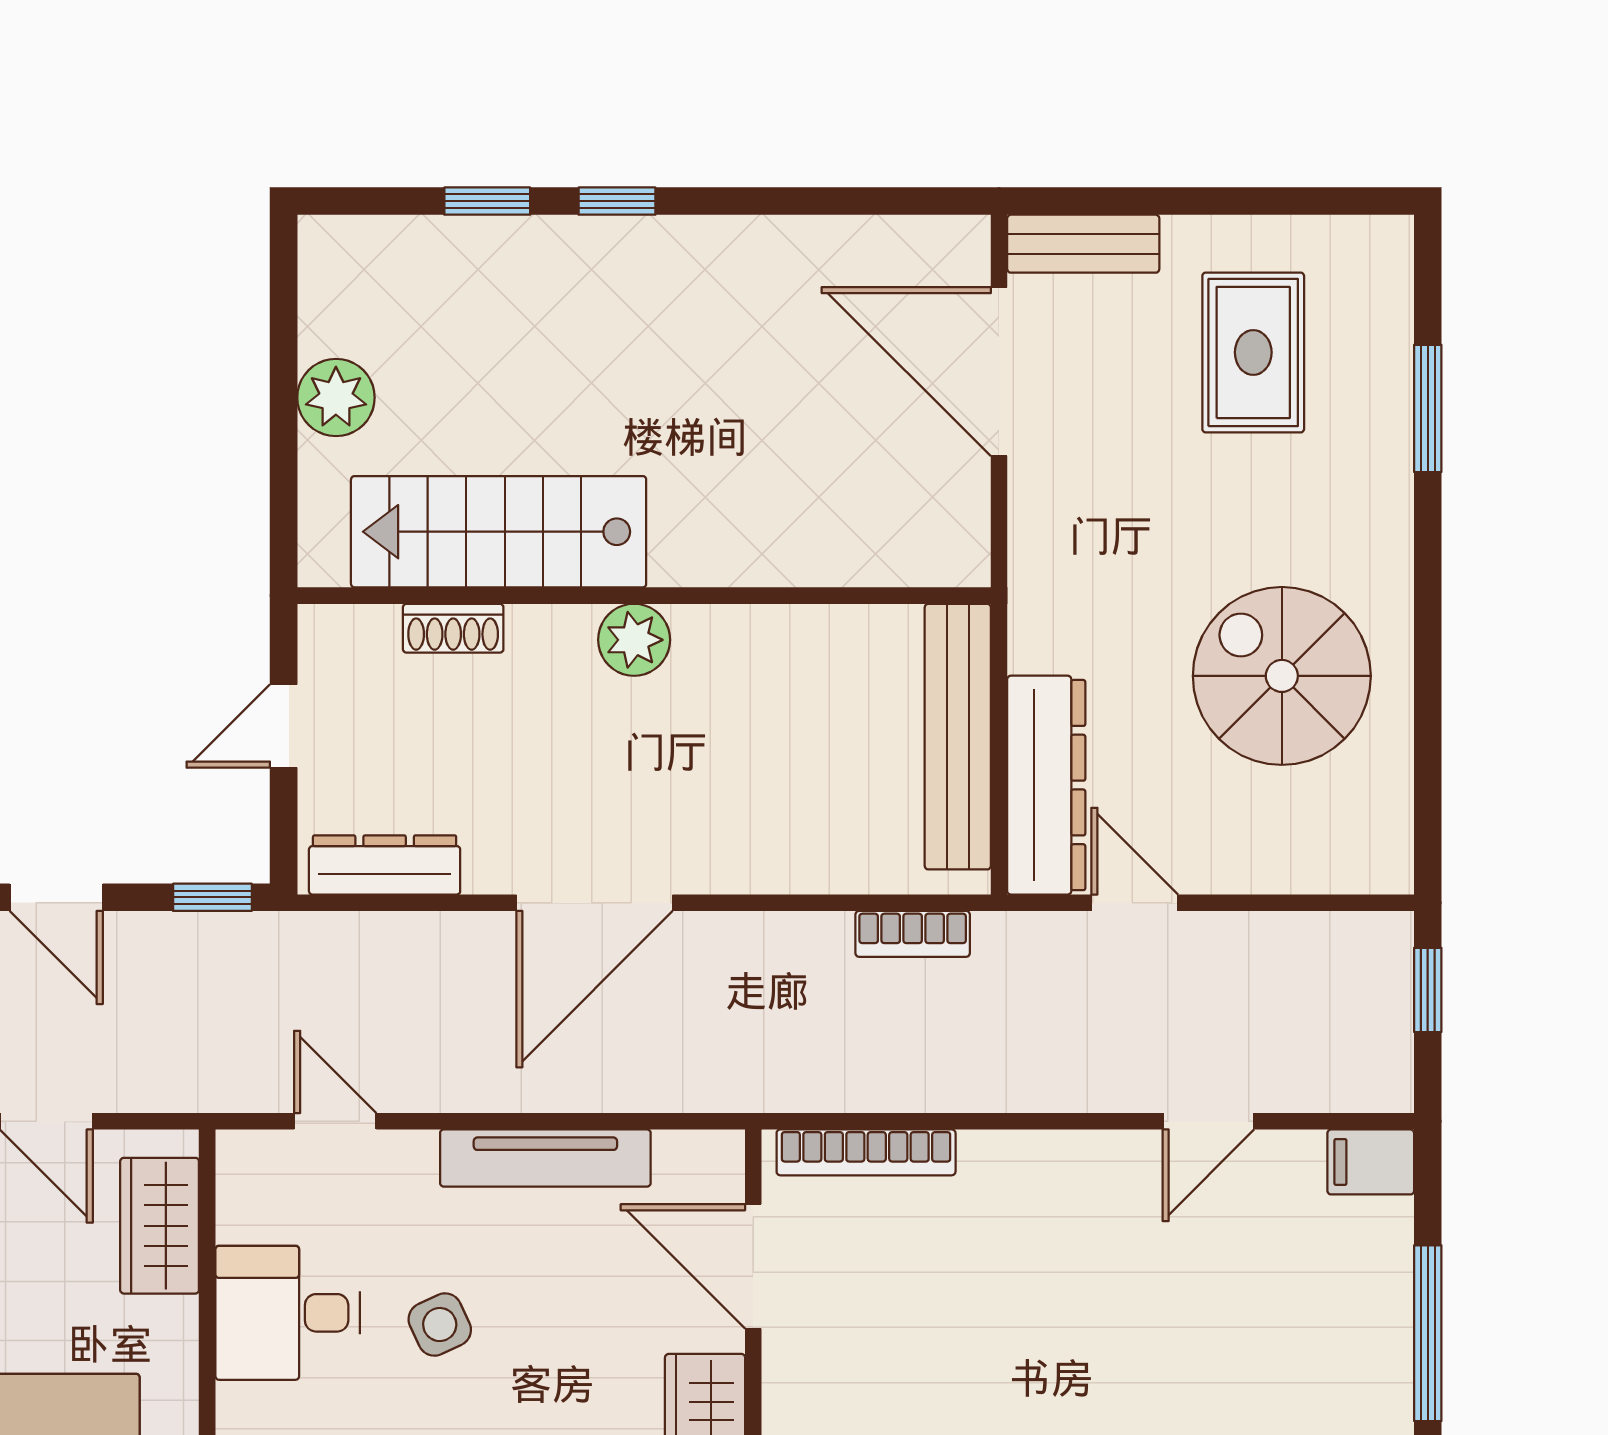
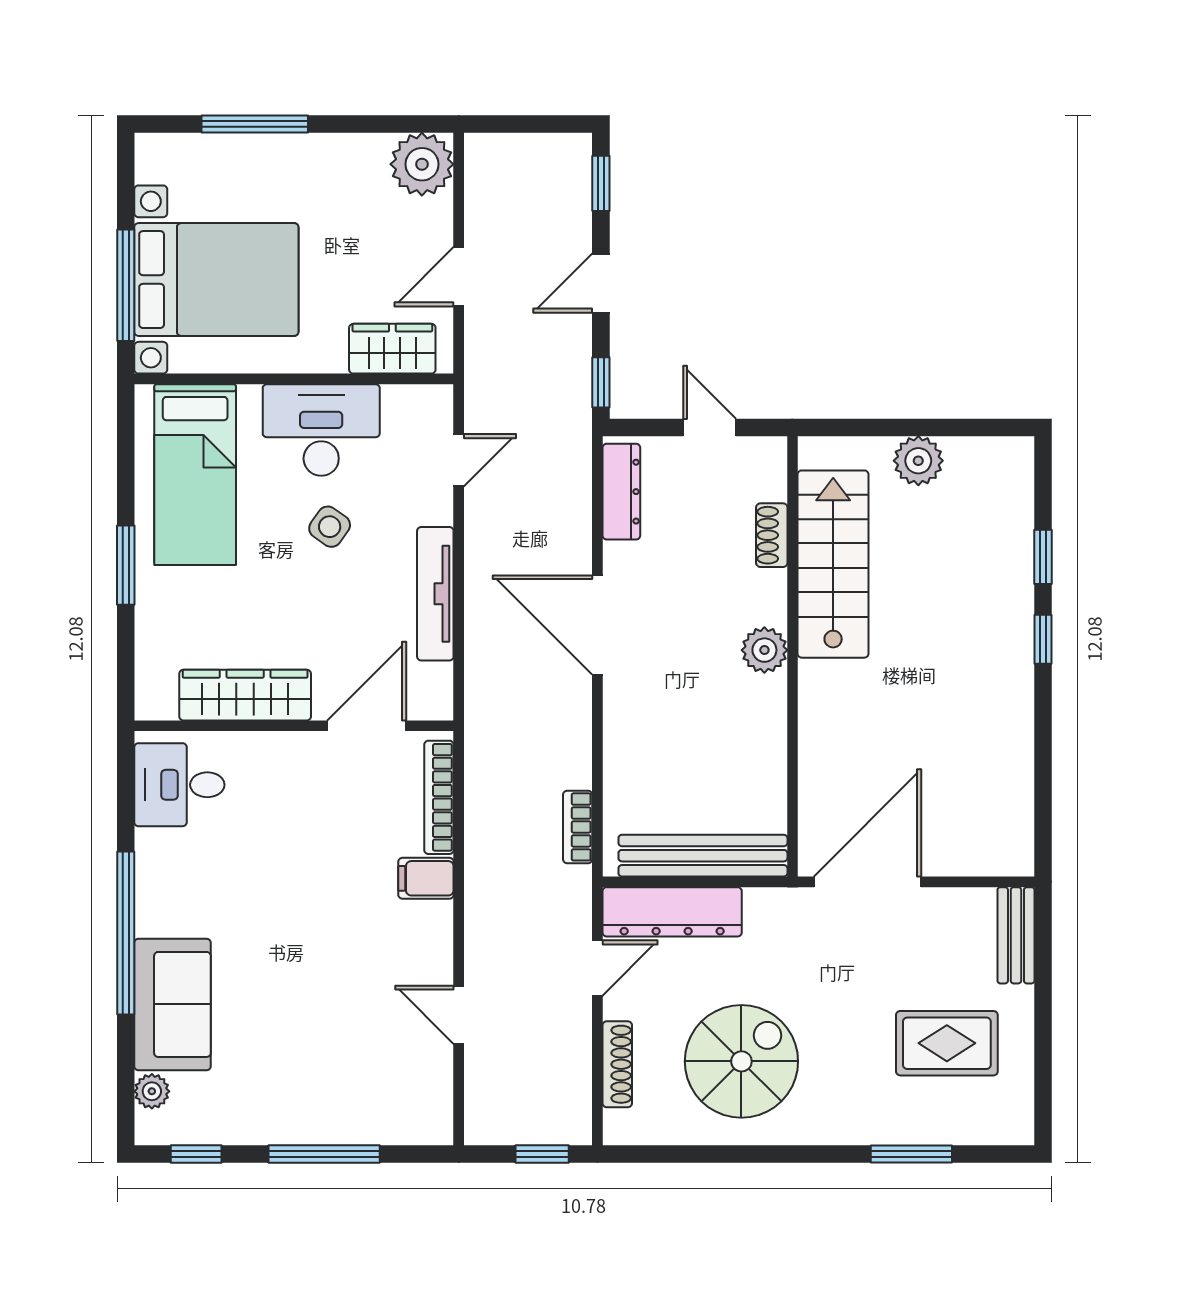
door: (999, 372) -> (867, 882), moved
shoe rack: (1286, 872) -> (617, 1064), added
filing cabinet: (1371, 1162) -> (426, 878), moved, turned -90
desk: (288, 1313) -> (321, 430), width x1.37
side table: (440, 1325) -> (330, 527), turned -30

